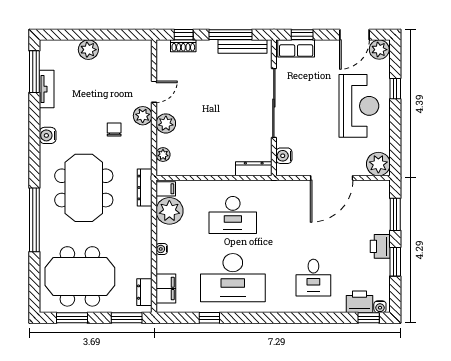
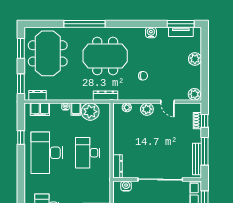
tv unit: (47, 89) -> (181, 32), moved
plant: (143, 116) -> (194, 94), moved
water cooler: (48, 135) -> (151, 33), moved
filing cabinet: (166, 189) -> (76, 109), moved

